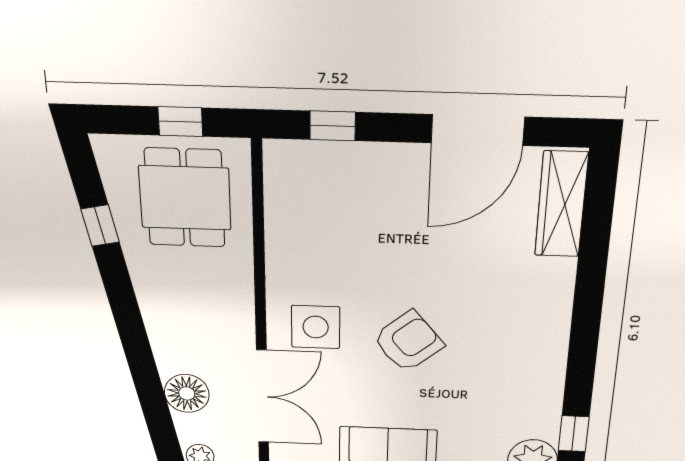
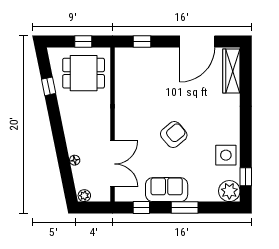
dining table: (185, 198) -> (84, 73), turned 90
side table: (316, 327) -> (226, 155), moved
floor lamp: (187, 393) -> (75, 160), width x0.53, depth x0.53

